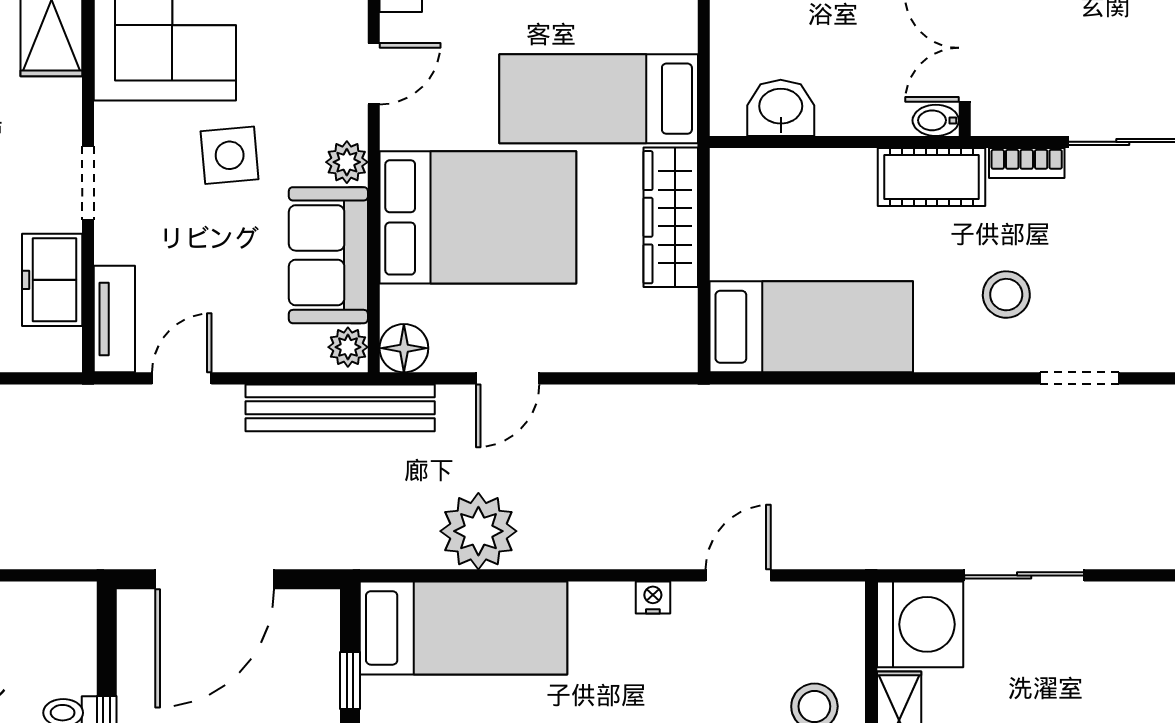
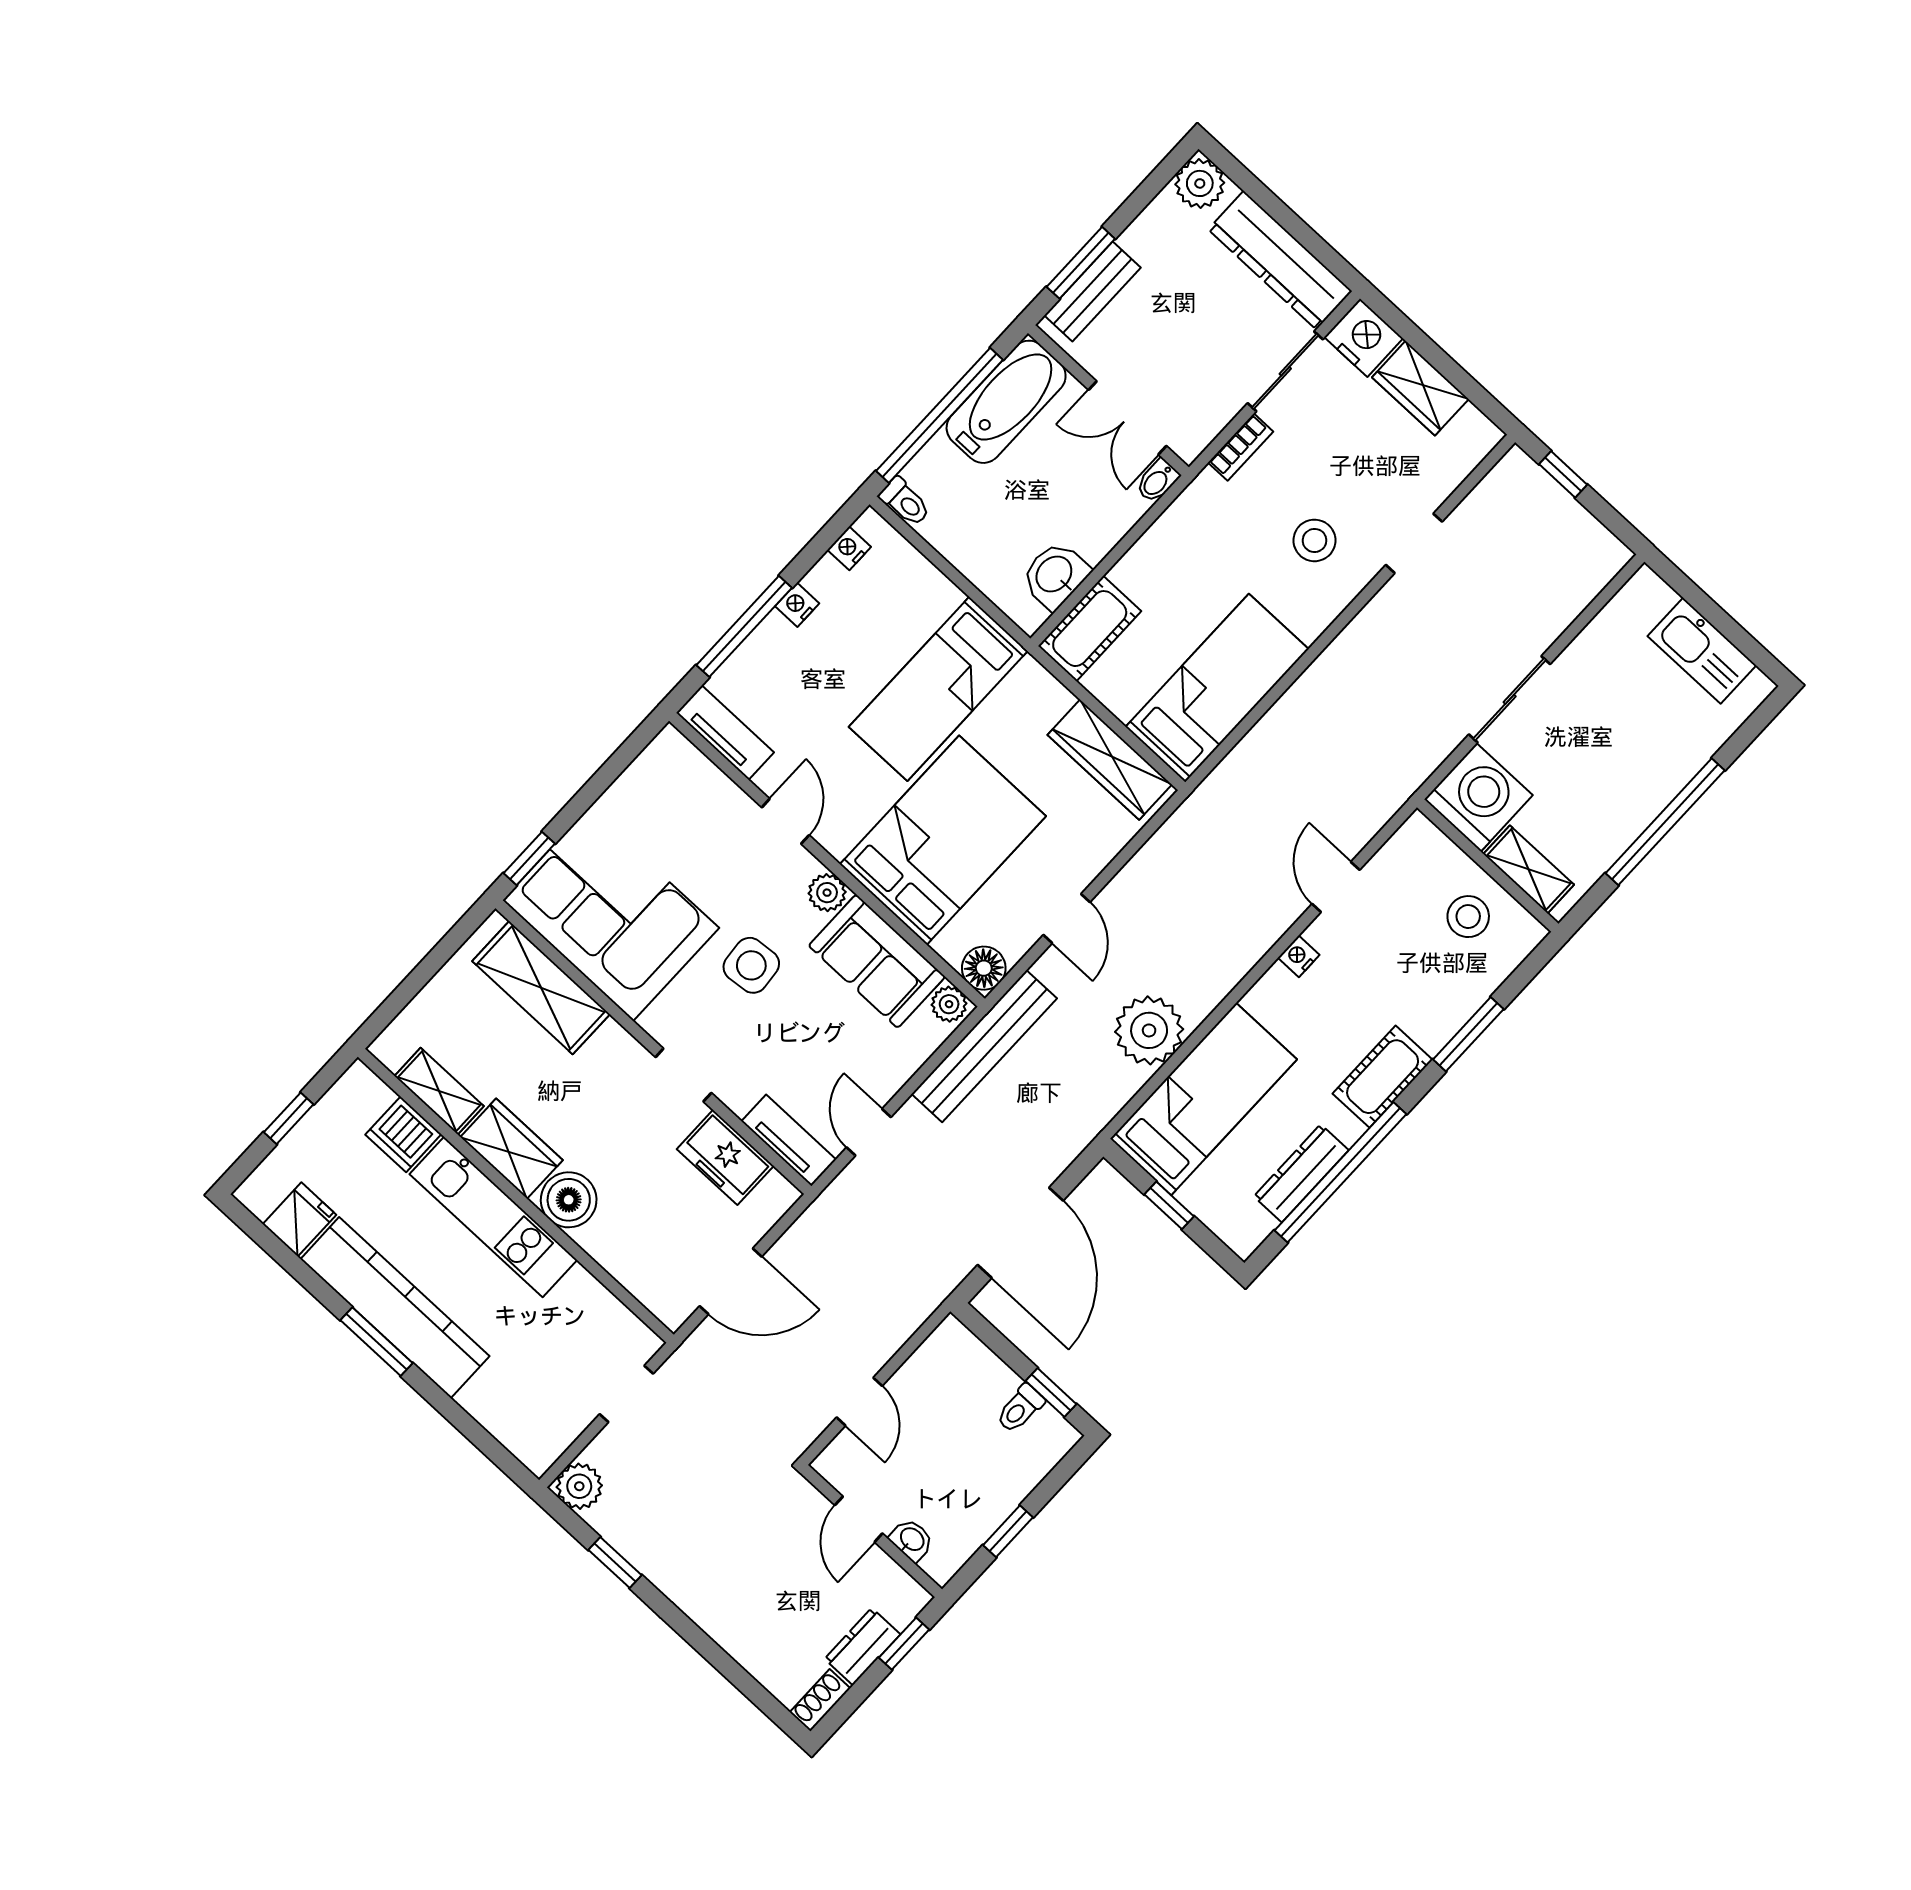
cot: (932, 177) -> (1090, 629), moved
wardrobe: (671, 217) -> (1110, 760), moved

